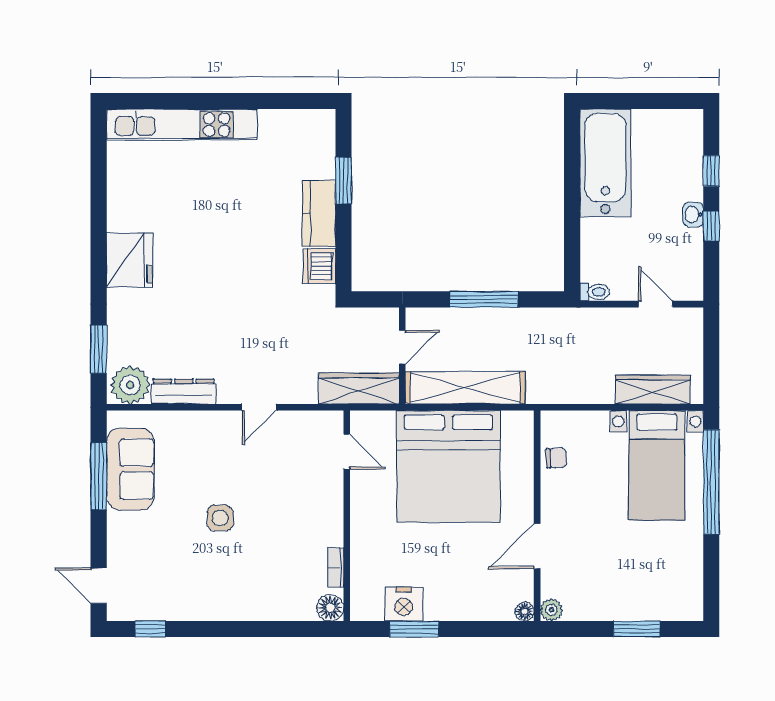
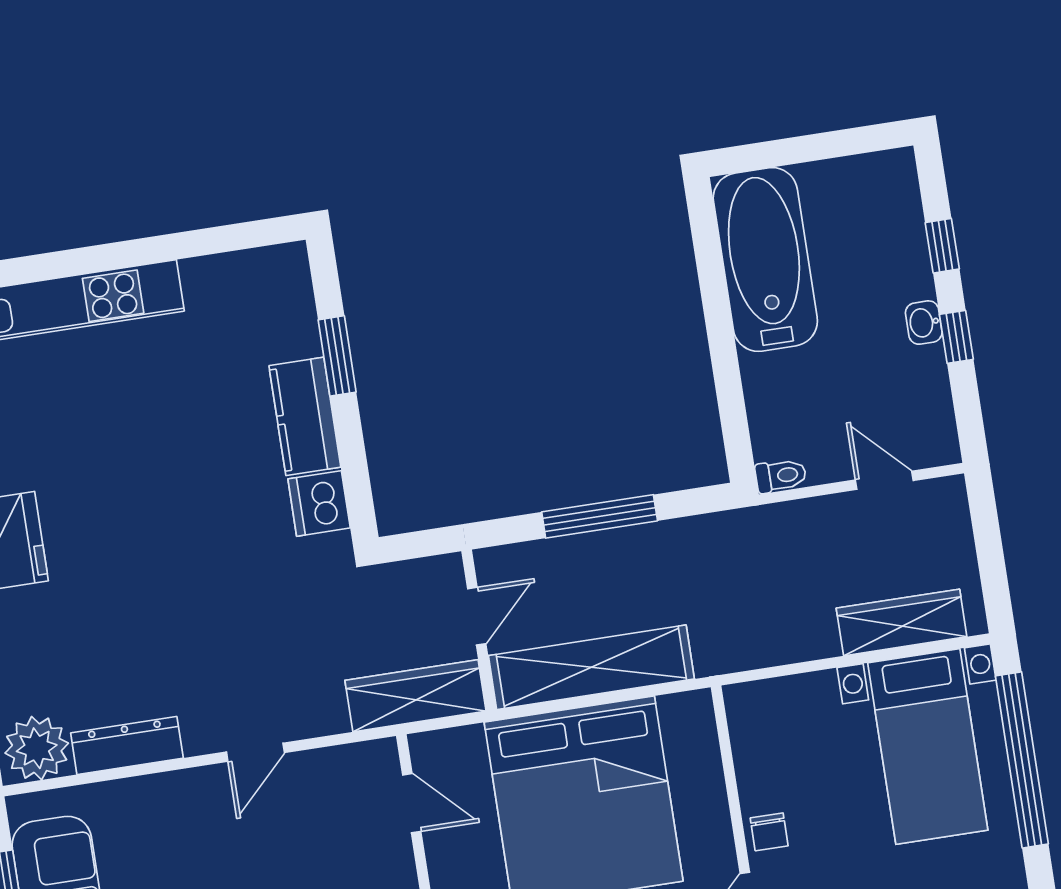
chair: (556, 458) -> (769, 832), moved, turned 93

